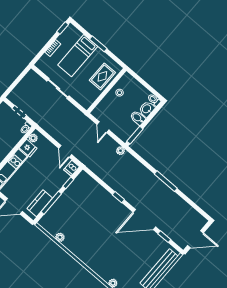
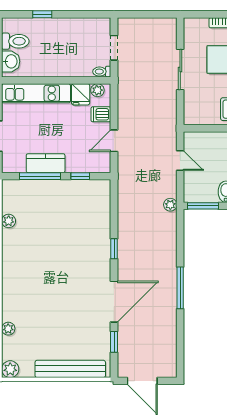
door: (103, 127) -> (180, 161), swing flipped
dishwasher: (72, 168) -> (101, 114), moved
kitchen counter: (40, 203) -> (46, 163), moved
door: (144, 220) -> (114, 302), swing flipped

